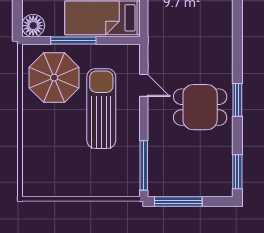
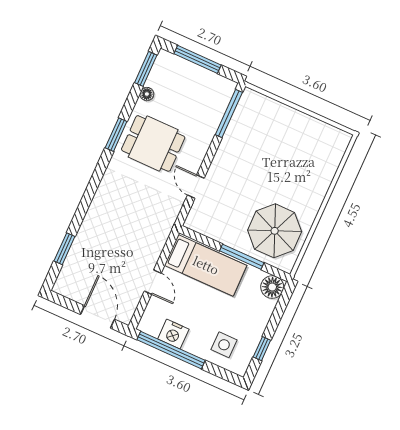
sun lounger: (101, 109) -> (244, 183), removed
floor lamp: (226, 149) -> (147, 94), added
window: (178, 202) -> (197, 59), moved

